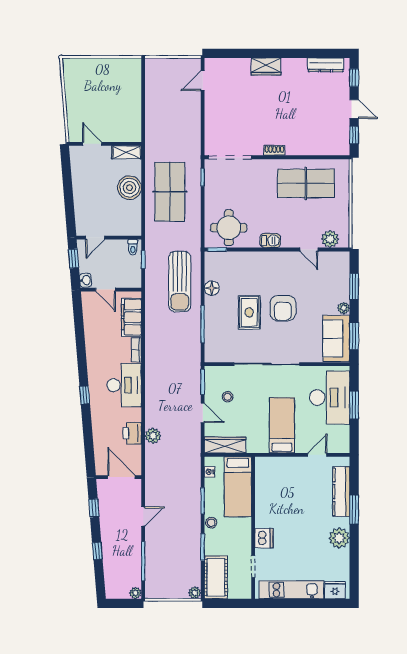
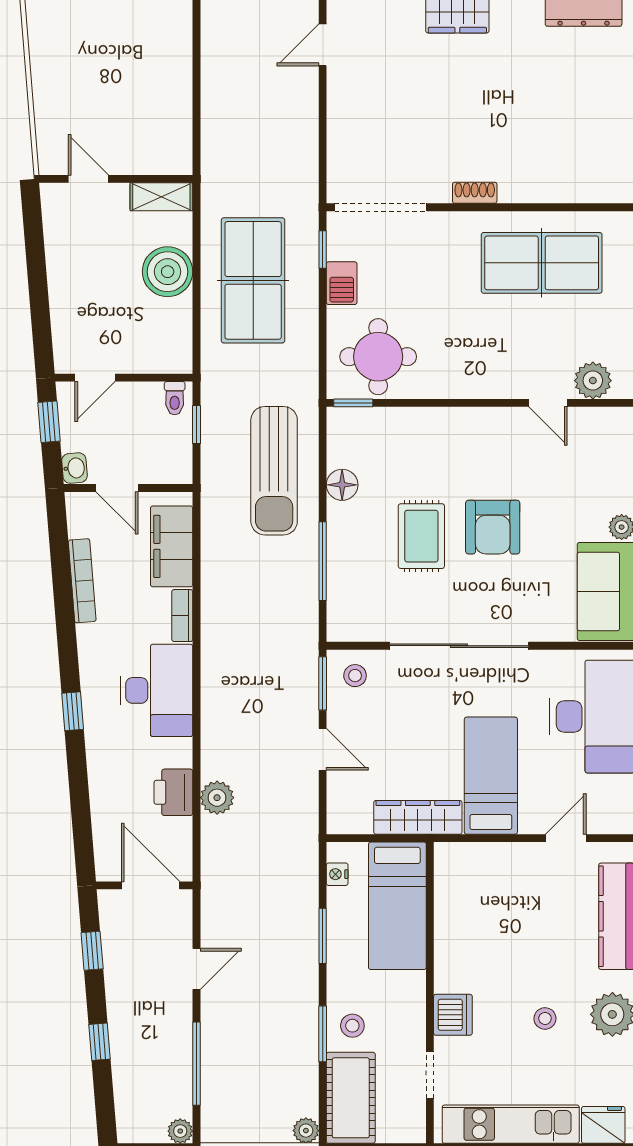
barbecue: (270, 241) -> (342, 283), moved, turned 90
bookcase: (89, 333) -> (82, 581), added
stool: (228, 397) -> (355, 676), moved
wardrobe: (225, 445) -> (418, 817), moved
stool: (211, 523) -> (352, 1026), moved
stool: (307, 540) -> (545, 1018), added

